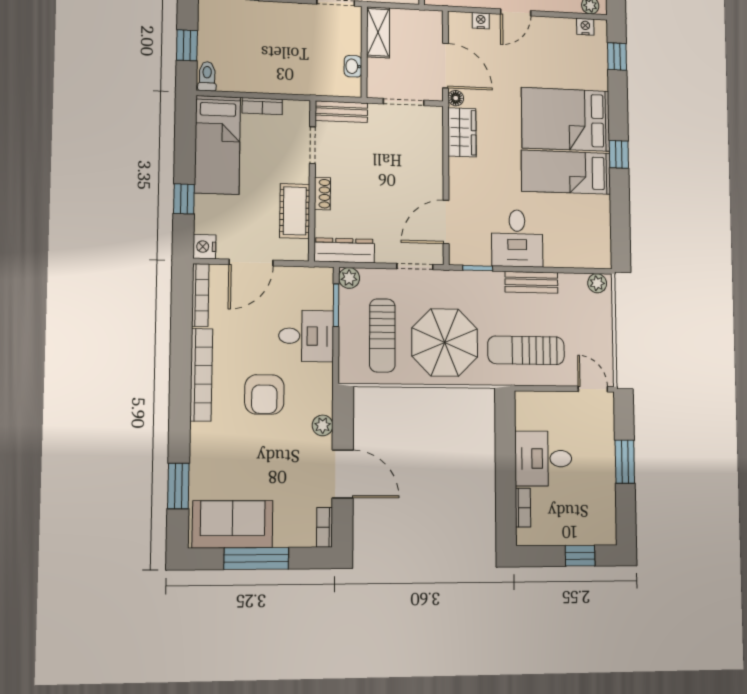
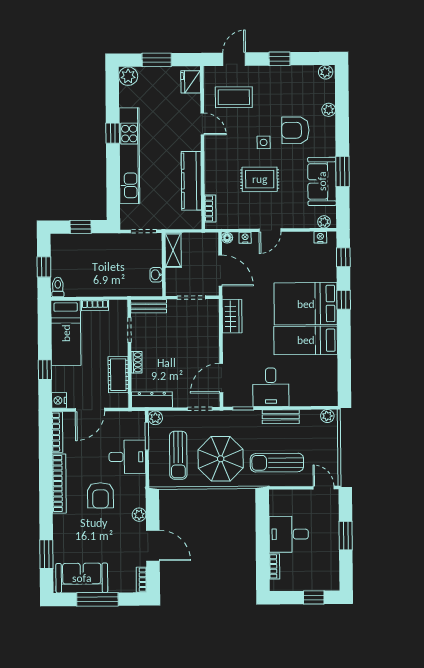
floor lamp: (456, 98) -> (227, 238), moved
window: (619, 154) -> (344, 300), moved

